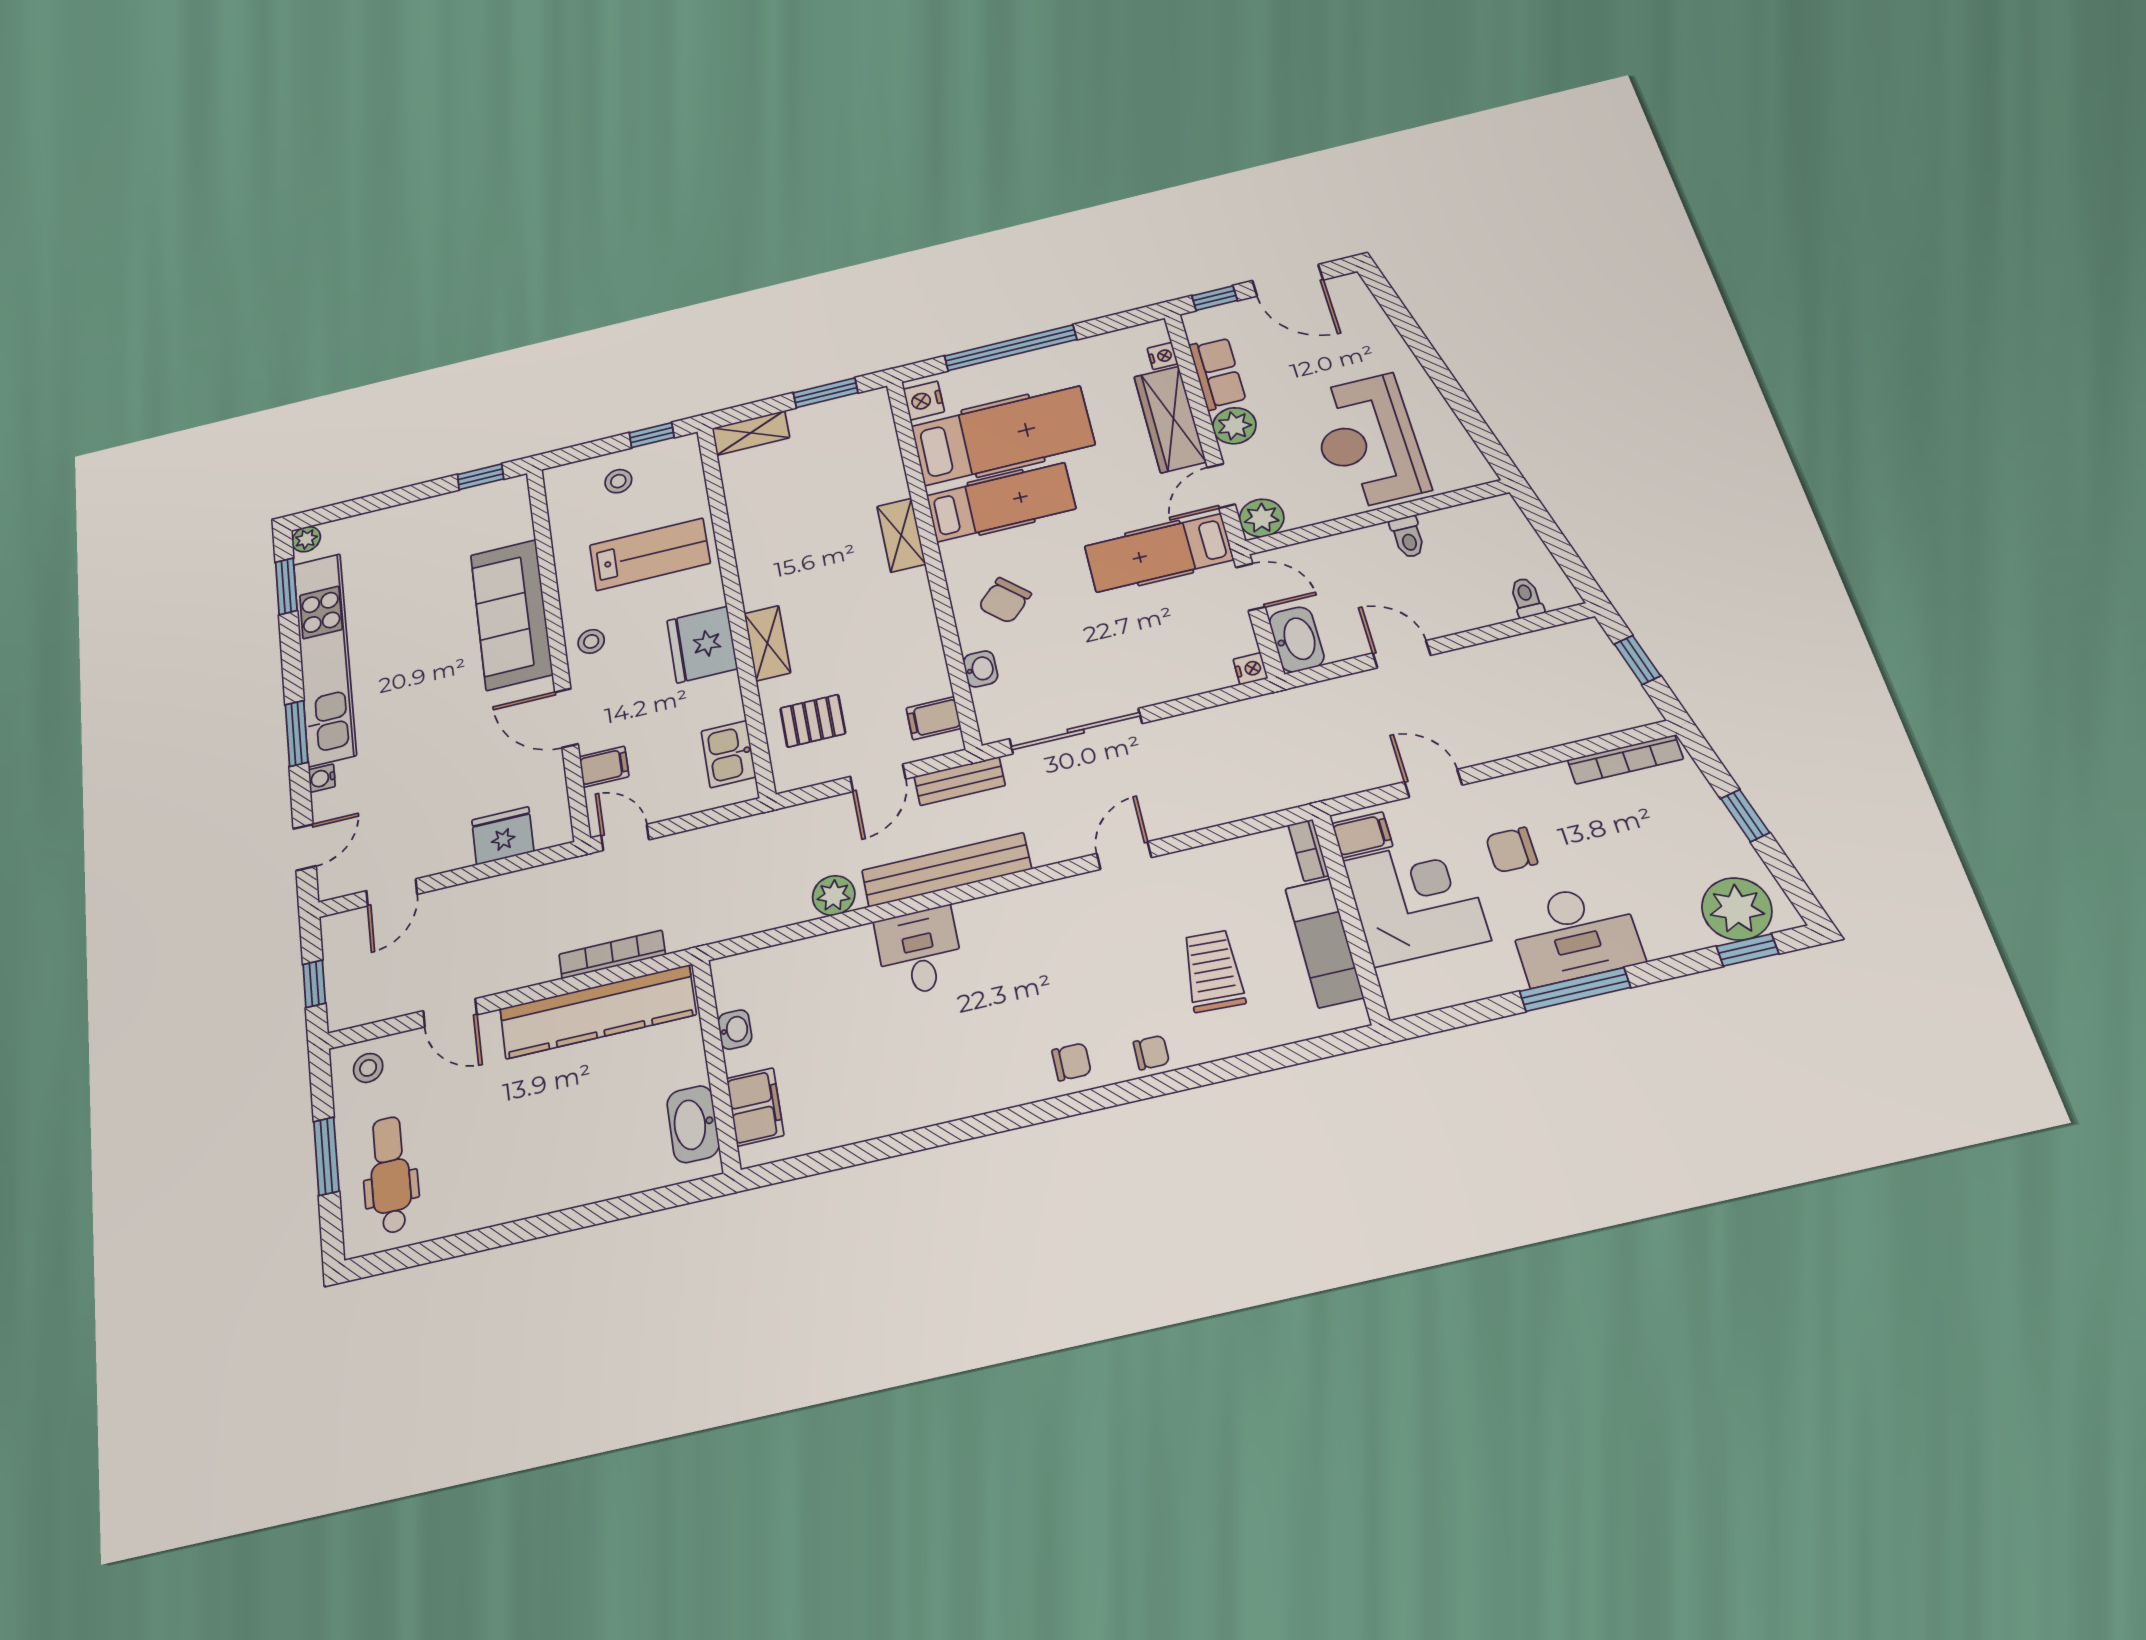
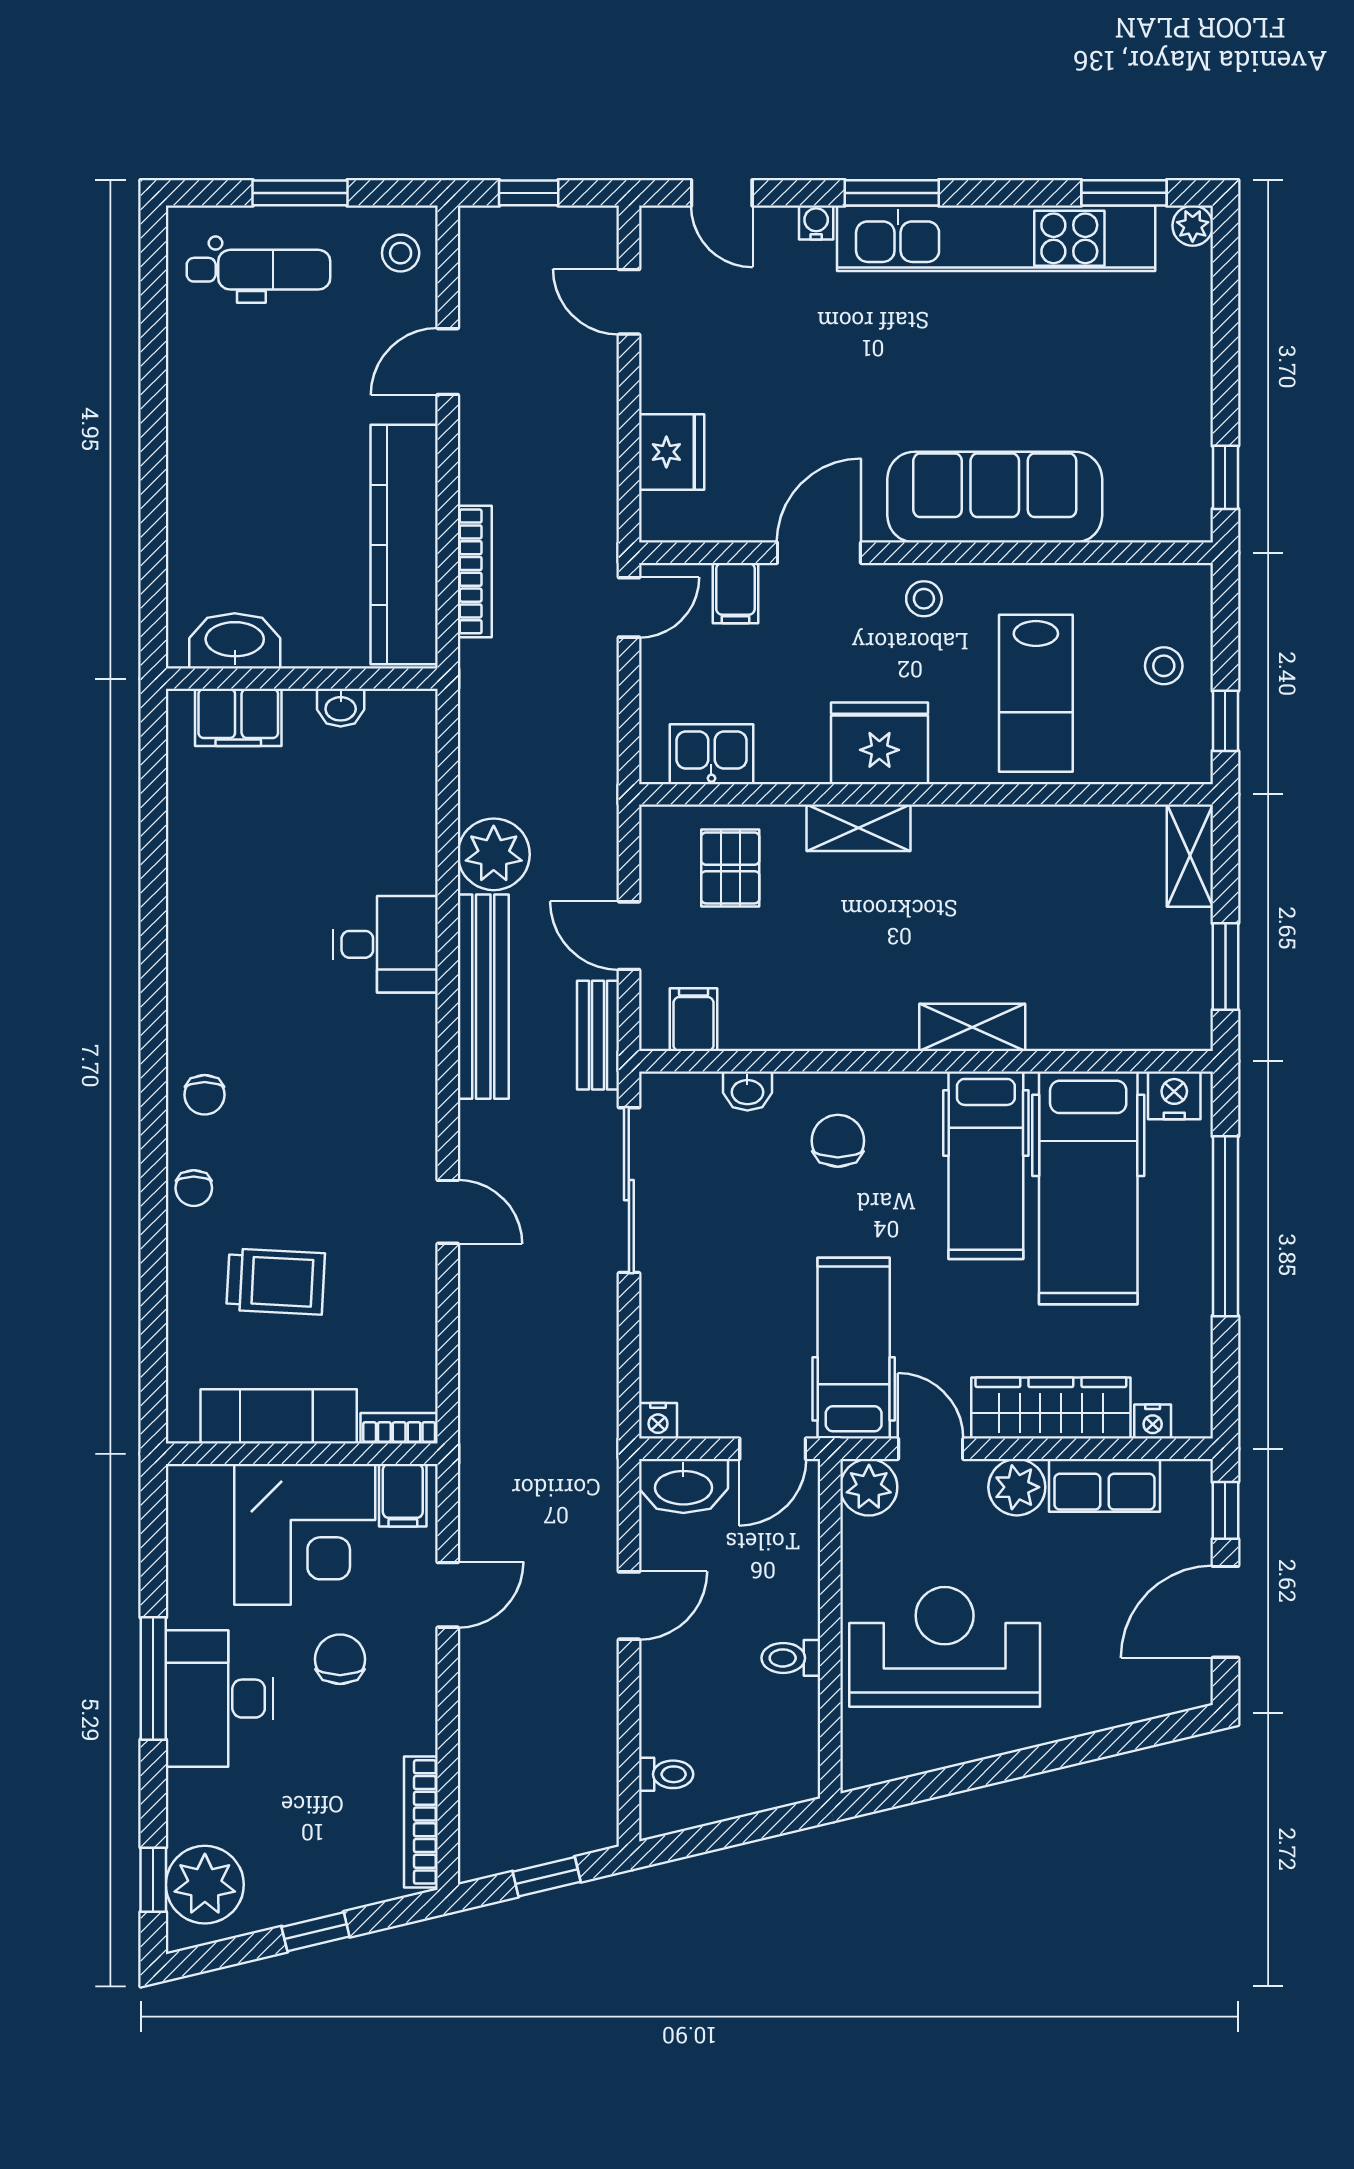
chair: (1005, 600) -> (838, 1141), turned 46
plant: (834, 895) -> (494, 854), width x1.36, depth x1.36

